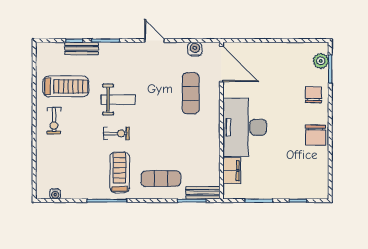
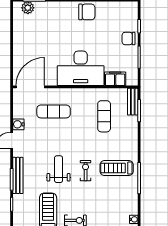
bench: (82, 48) -> (18, 175), moved, width x1.36
water cooler: (195, 49) -> (18, 124), moved
chair: (313, 95) -> (129, 38), moved
exercise mat: (161, 179) -> (104, 116), moved

